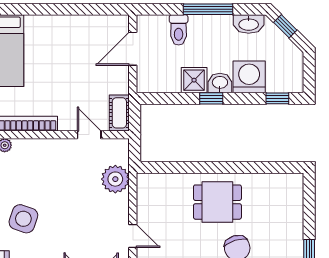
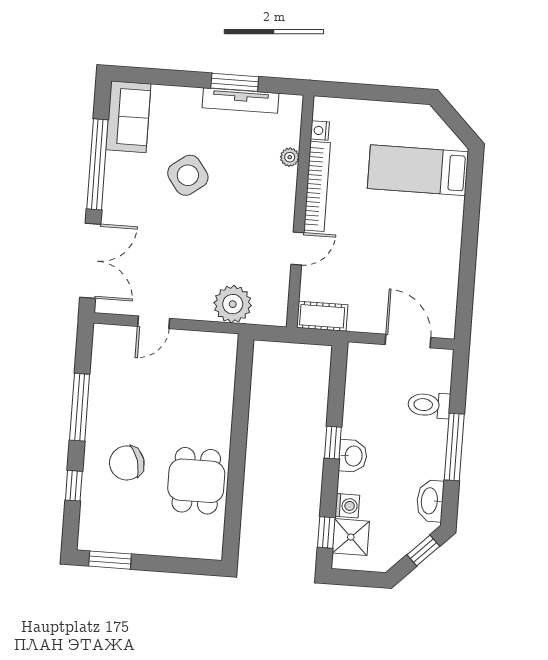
washing machine: (249, 77) -> (347, 506), width x0.53, depth x0.53
shower: (194, 80) -> (351, 537), moved
door: (89, 135) -> (297, 248), moved
dining table: (217, 202) -> (196, 481), moved
side table: (23, 219) -> (188, 175), turned 35

